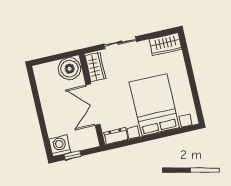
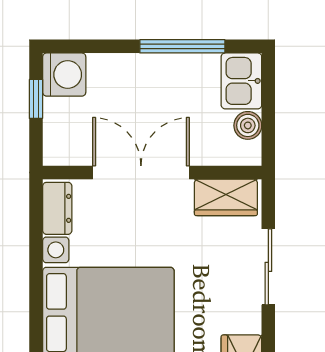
boiler: (70, 69) -> (248, 125), width x0.54, depth x0.54
kitchen sink: (46, 72) -> (241, 81), added
window: (37, 99) -> (182, 46), added

